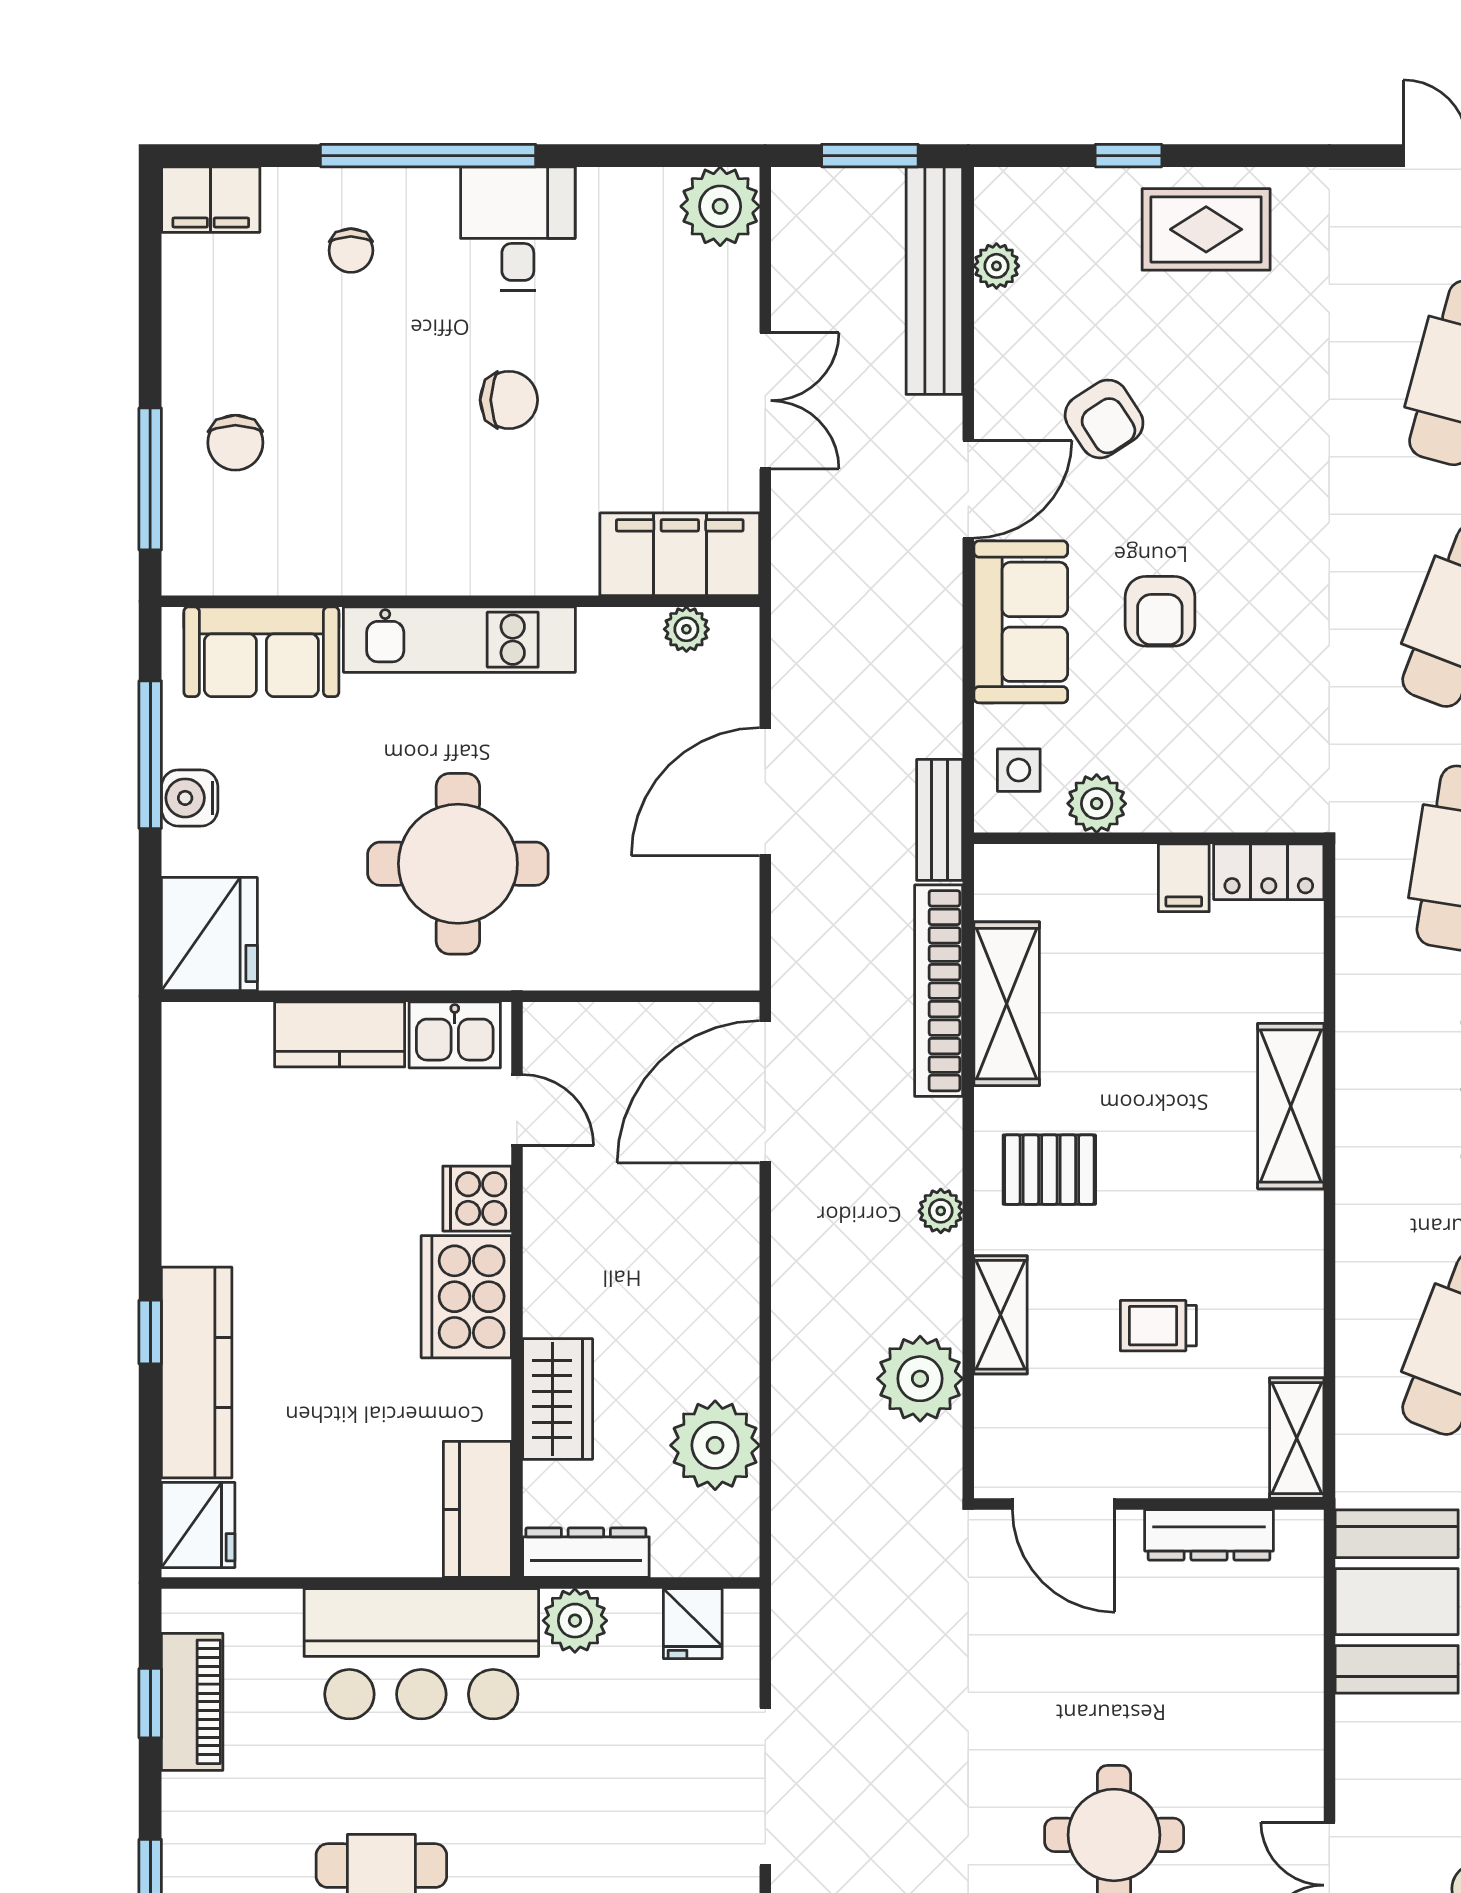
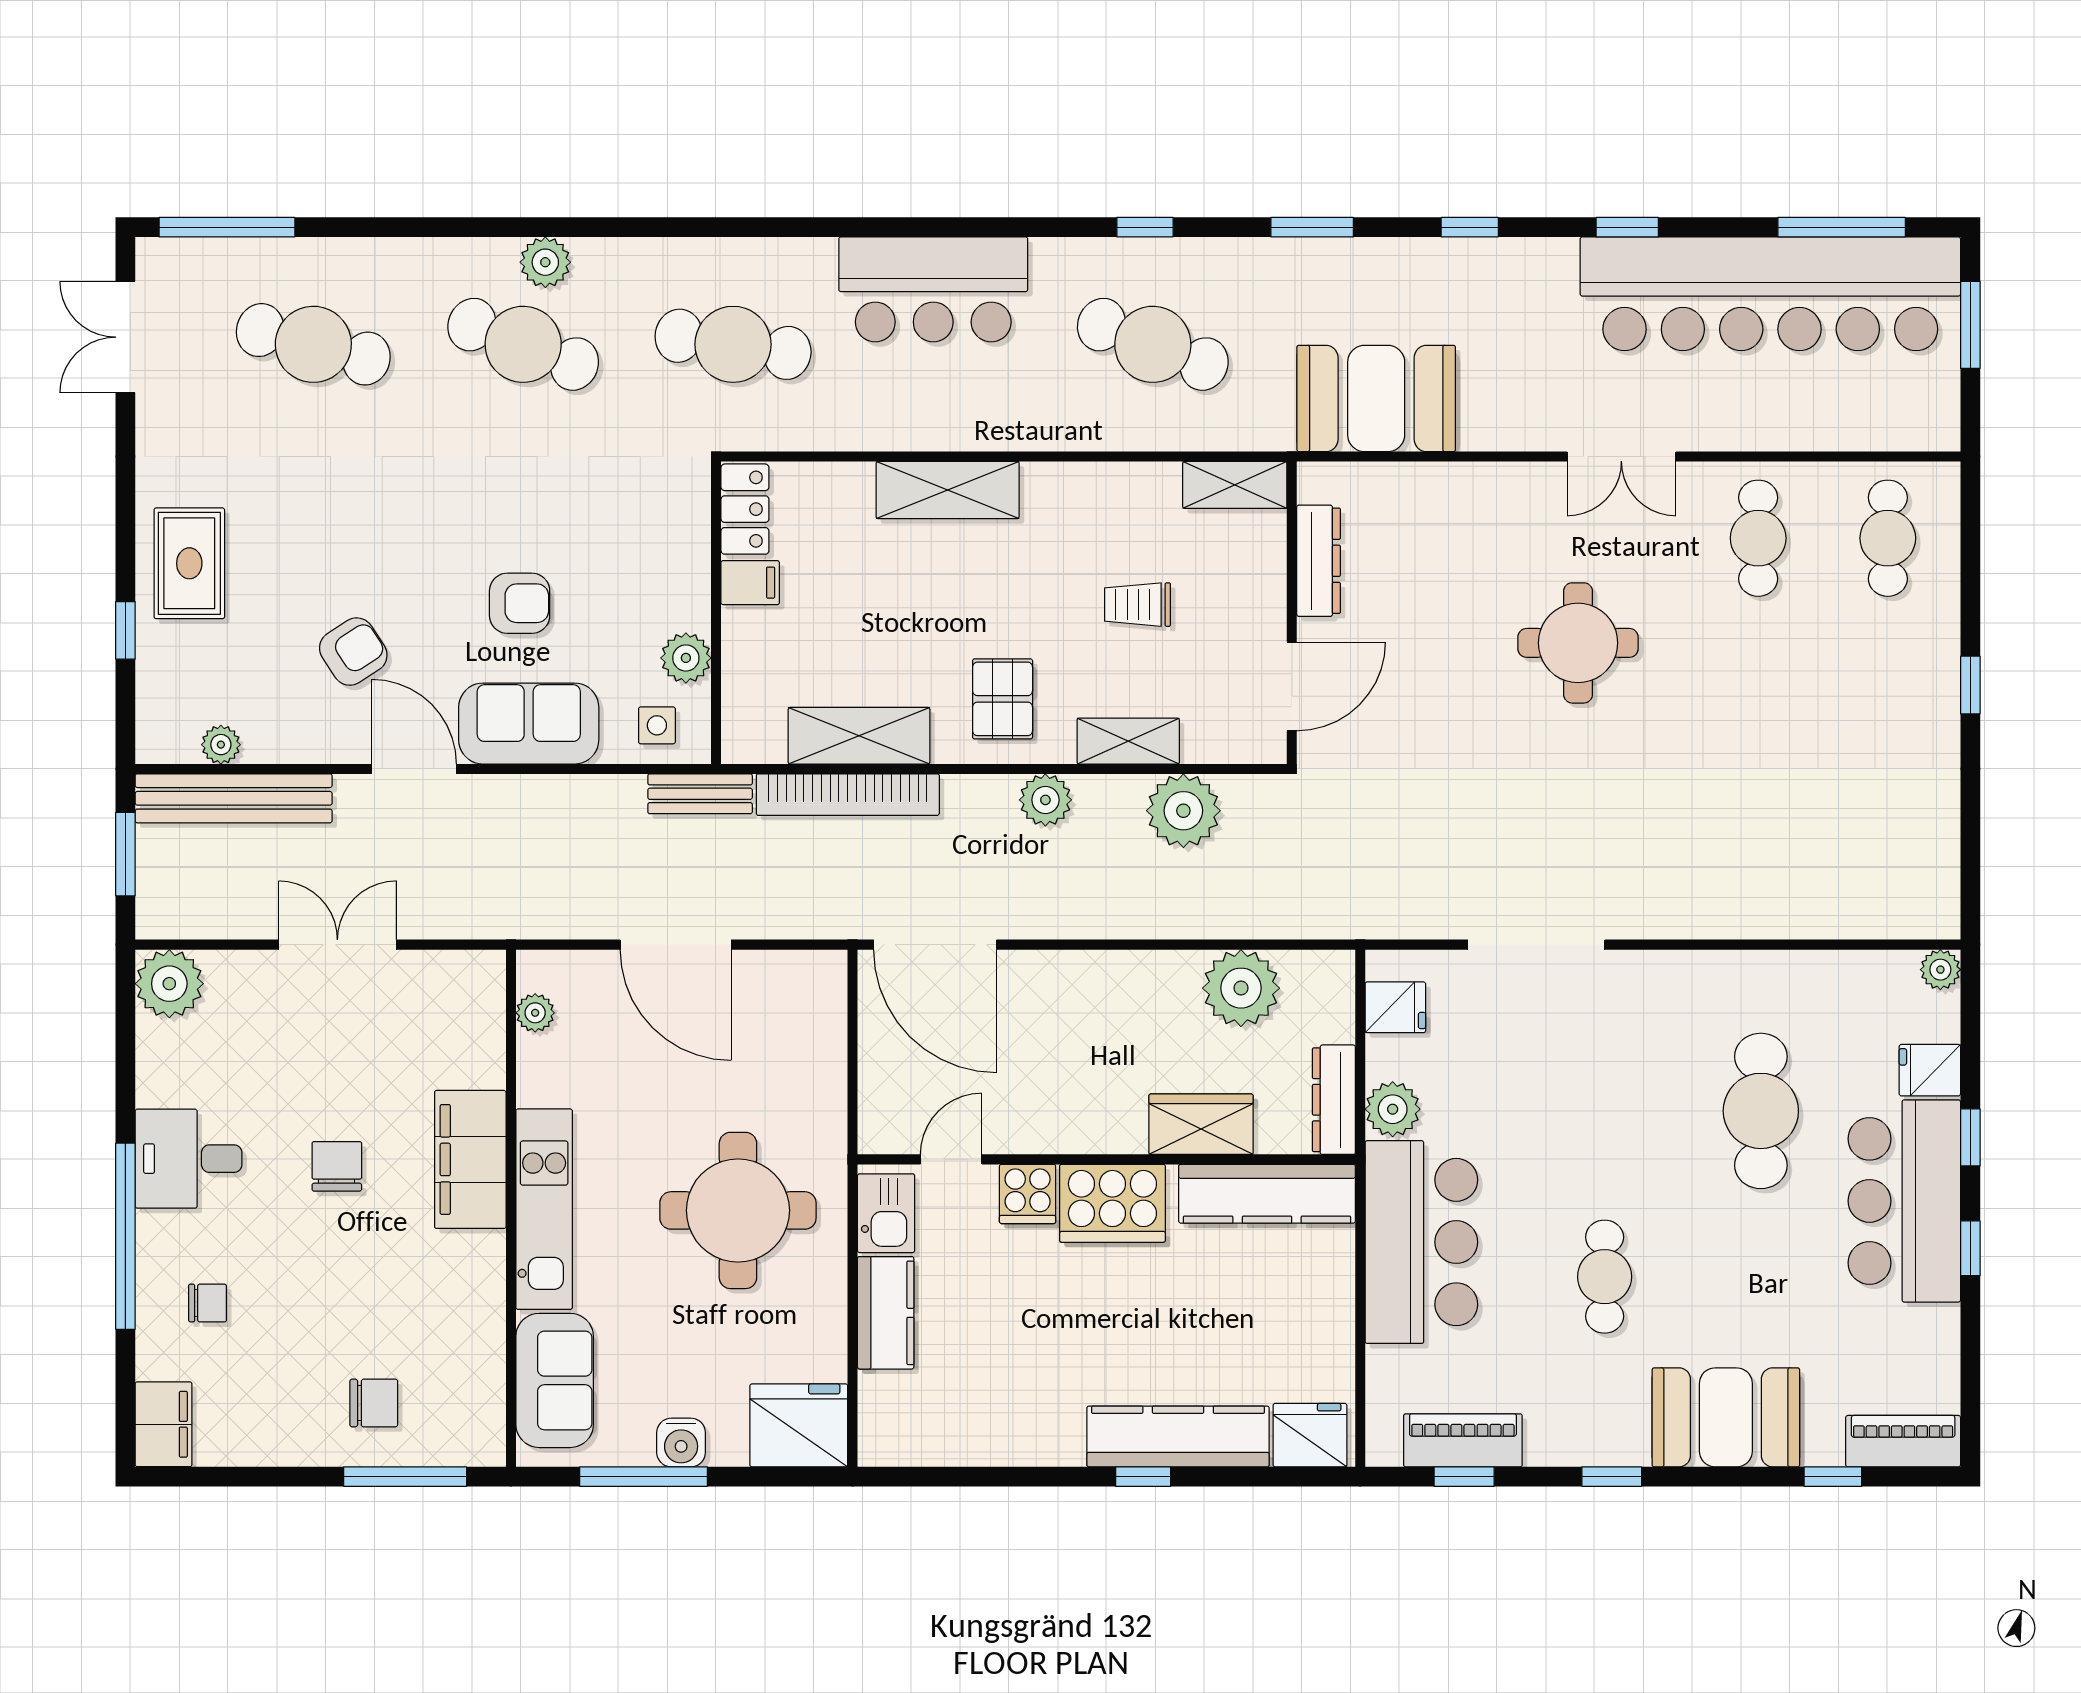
filing cabinet: (680, 554) -> (470, 1159), moved
plant: (941, 1211) -> (1045, 800), width x1.38, depth x1.38
trolley: (1158, 1326) -> (1137, 605), turned 90
kitchen counter: (477, 1509) -> (1267, 1194), width x1.50

